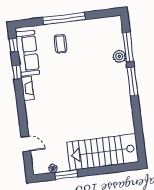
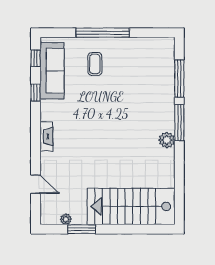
plant: (119, 56) -> (167, 140), moved
fireplace: (27, 89) -> (46, 136), moved

